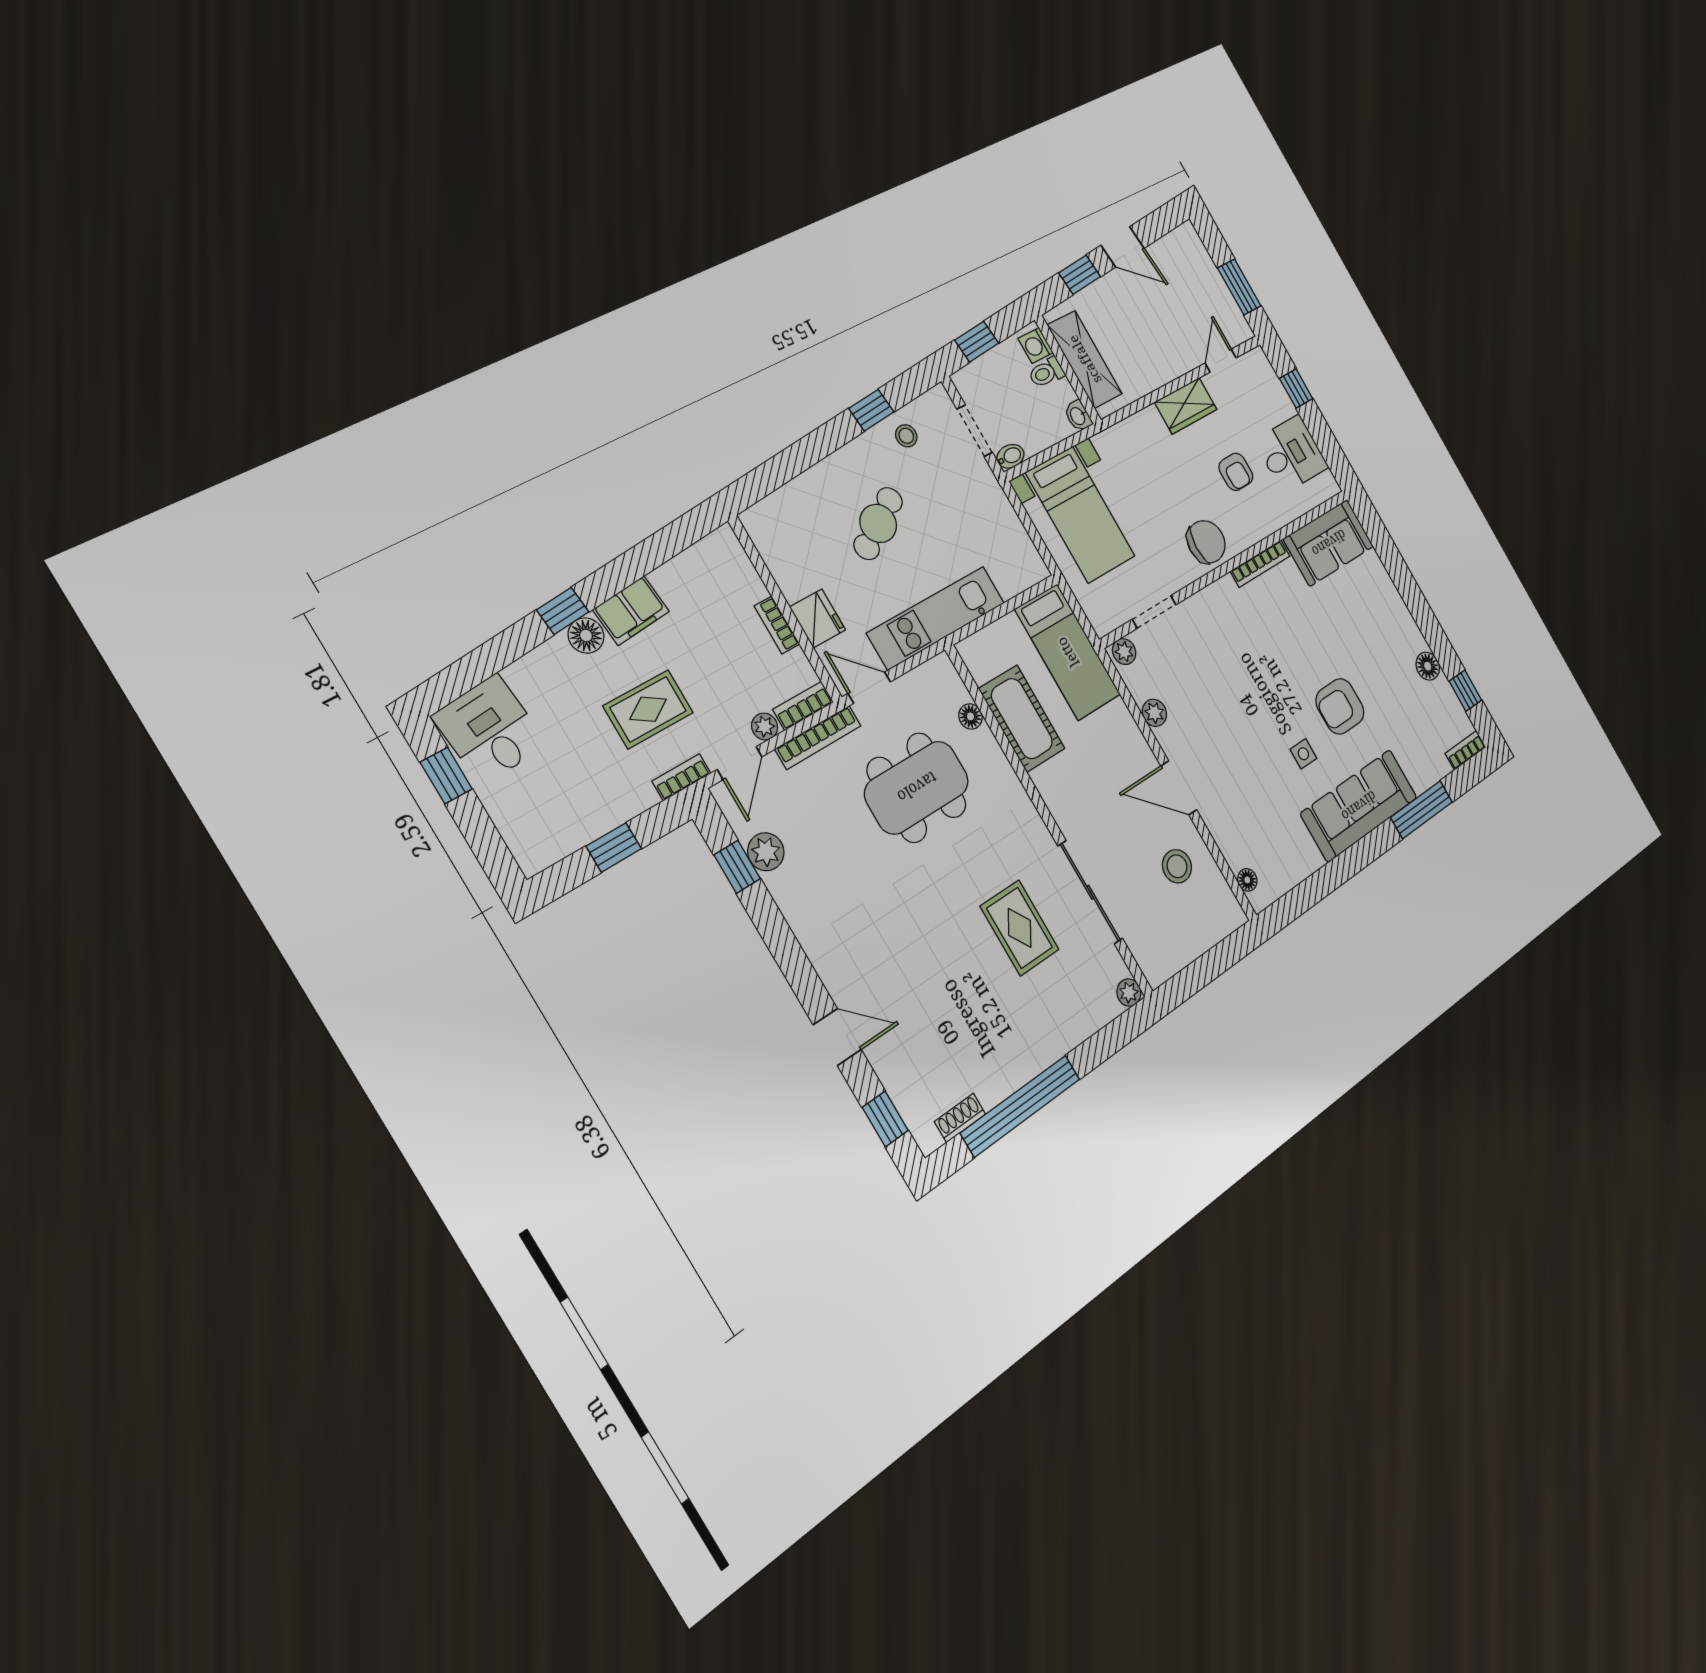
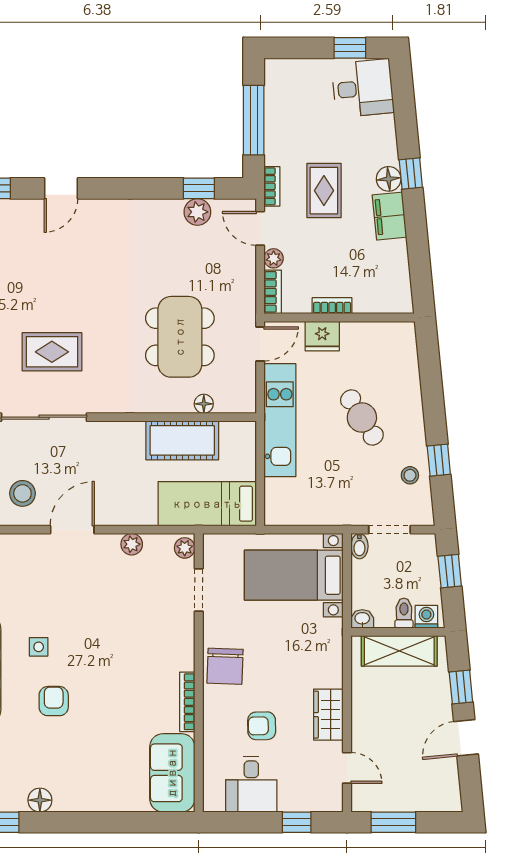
armchair: (1340, 706) -> (54, 701), width x0.72, depth x0.72
bookcase: (818, 737) -> (248, 290), removed
window: (614, 847) -> (254, 120), width x2.17

